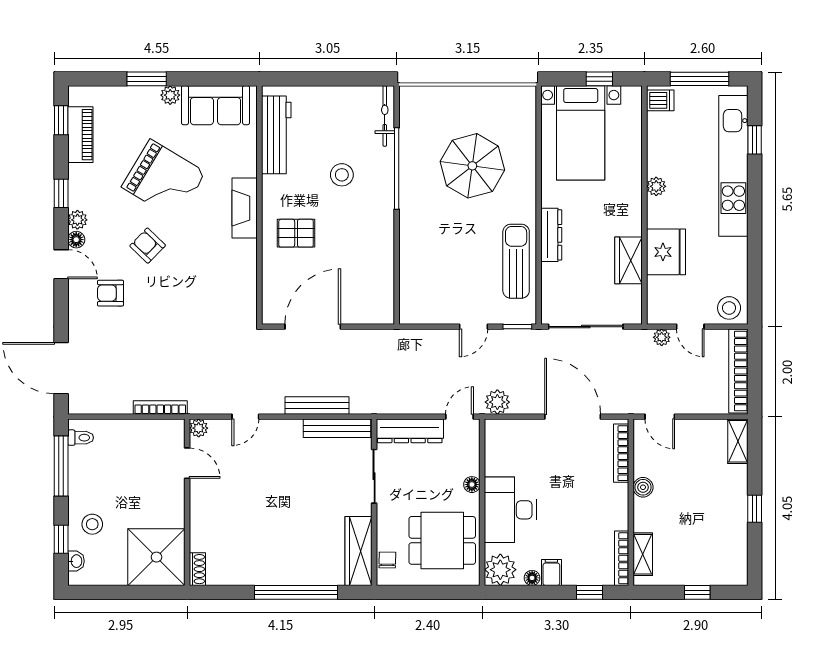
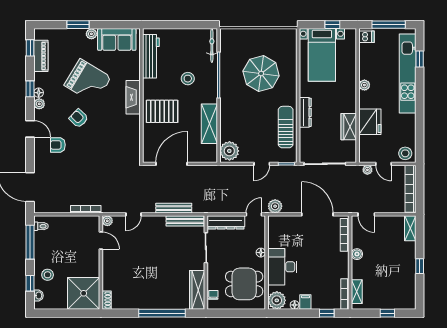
pallet: (296, 233) -> (162, 111), width x1.50, depth x1.42
floor lamp: (76, 240) -> (39, 93), moved
shelving: (380, 255) -> (209, 124), added
plant: (416, 304) -> (229, 151), added

